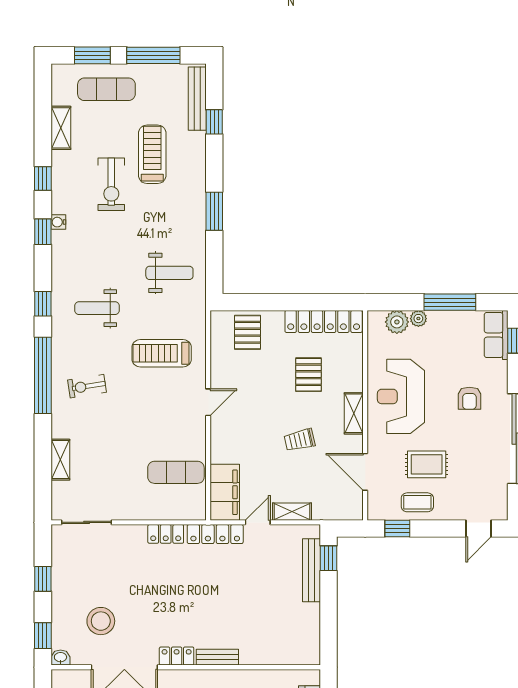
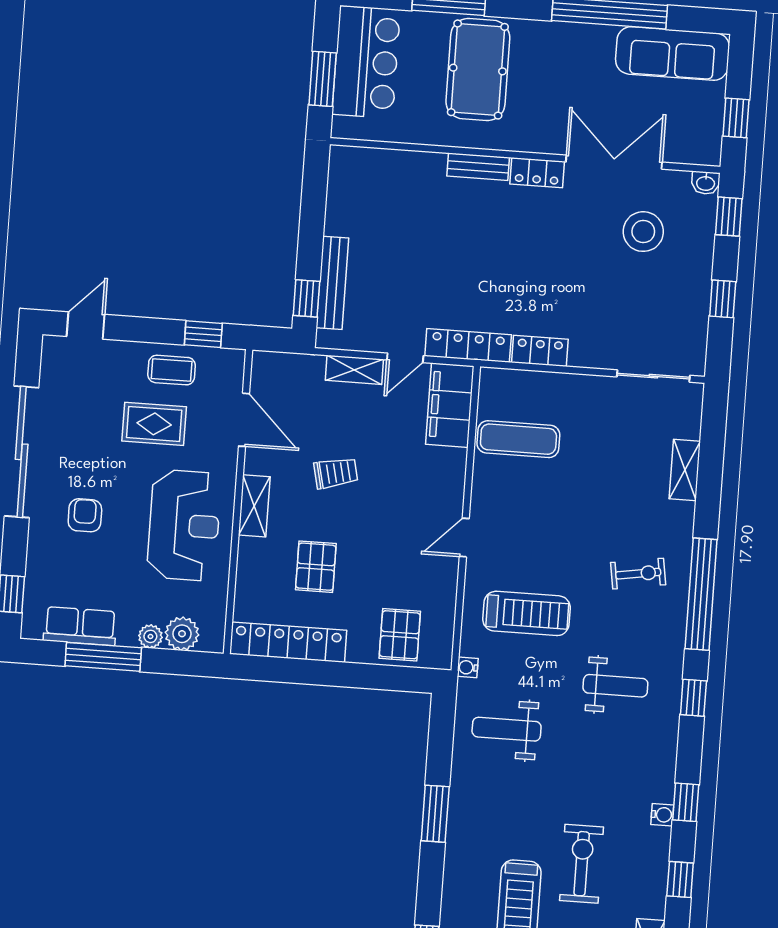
water cooler: (199, 313) -> (468, 667), added
row of seats: (496, 335) -> (80, 626), moved, turned -90

